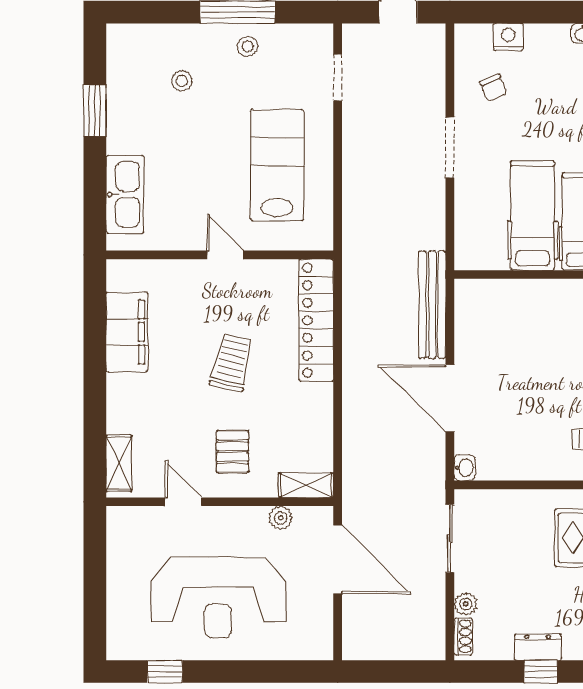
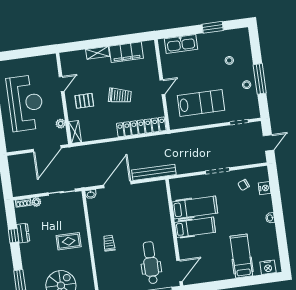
shelving: (119, 463) -> (98, 53), moved
reception desk: (218, 597) -> (25, 103), turned 180

